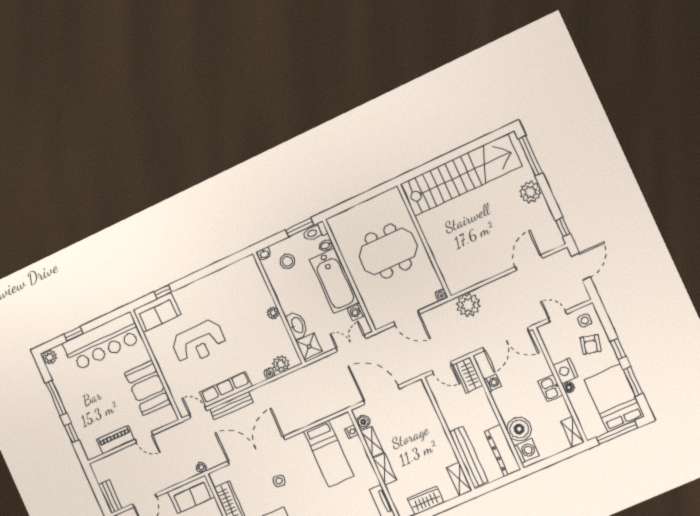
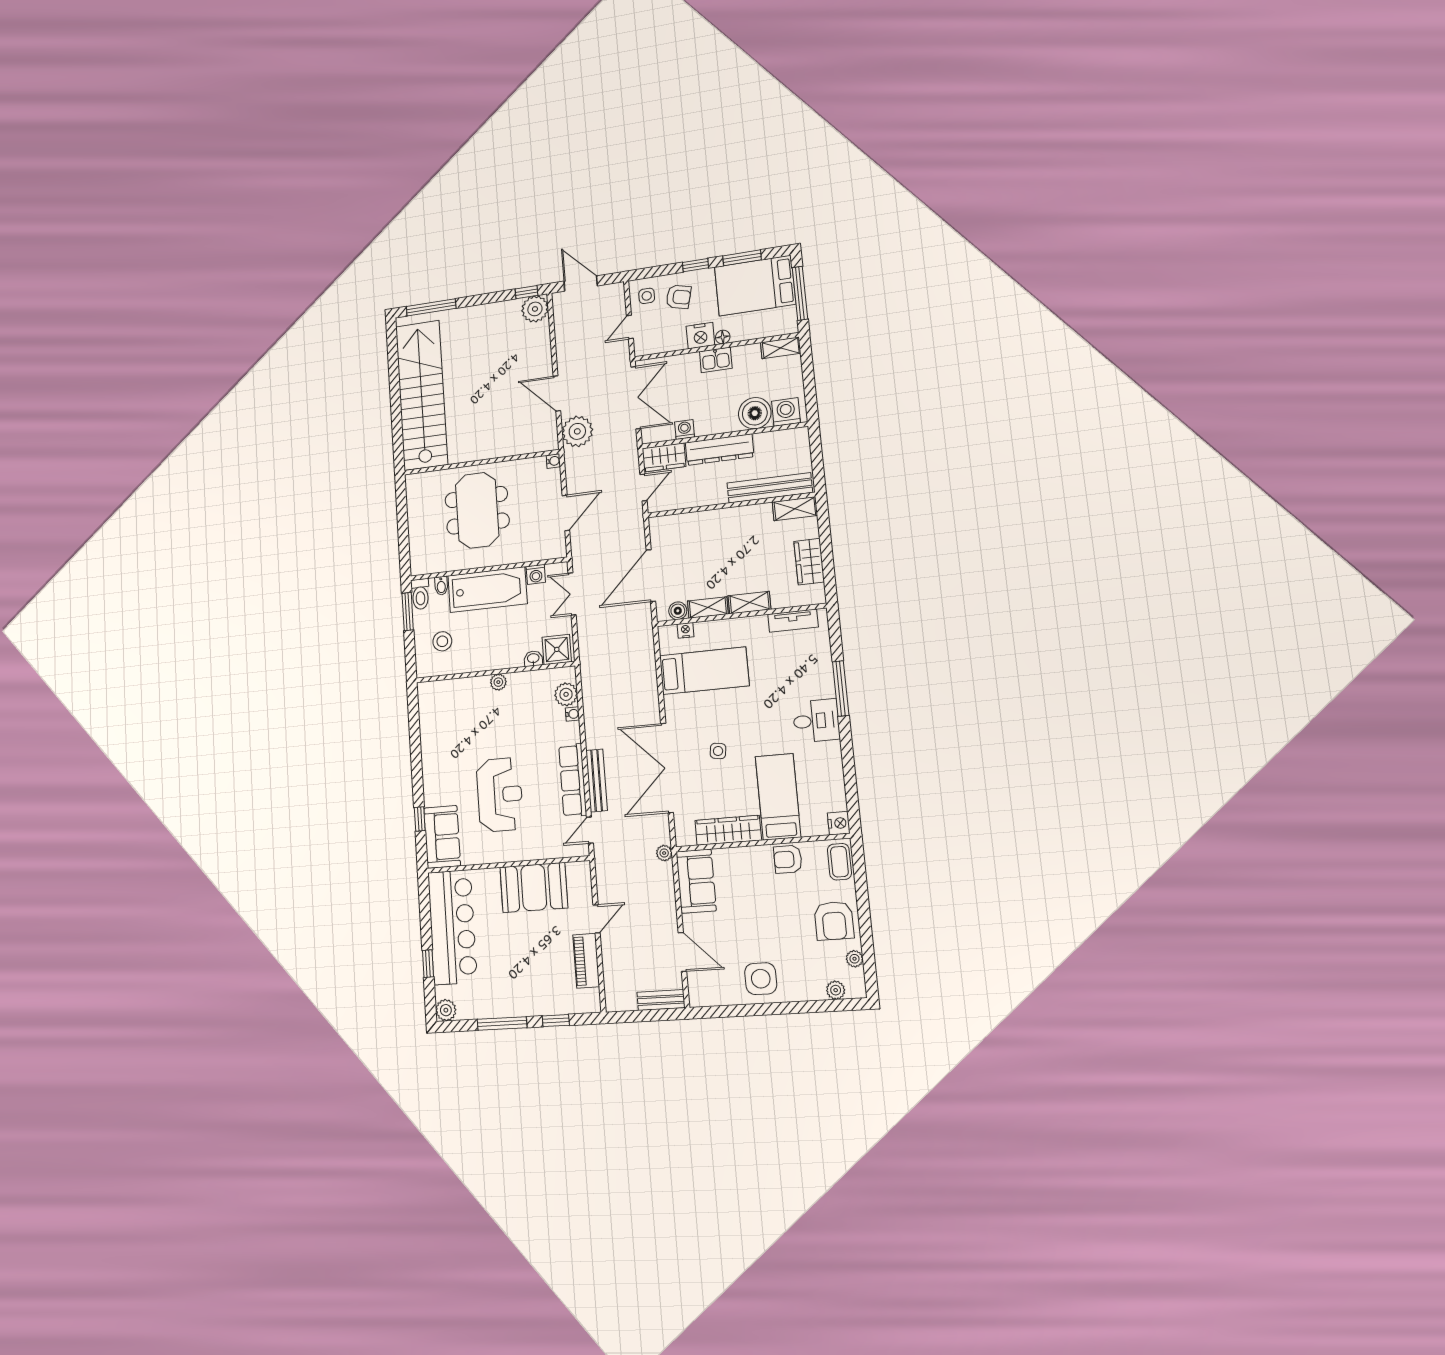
plant: (530, 192) -> (535, 309), moved
washbasin: (264, 254) -> (423, 668), removed
door: (529, 263) -> (557, 393), moved
washbasin: (297, 325) -> (533, 659), width x0.52, depth x0.69
dresser: (502, 451) -> (720, 450), moved

